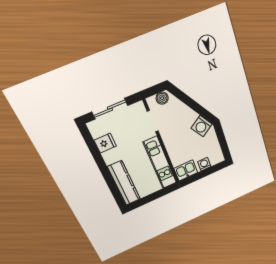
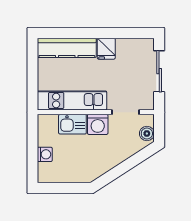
washing machine: (202, 126) -> (98, 124), moved, turned -147
fridge: (105, 143) -> (106, 49), moved
kitchen sink: (186, 170) -> (72, 124), moved, turned 90

